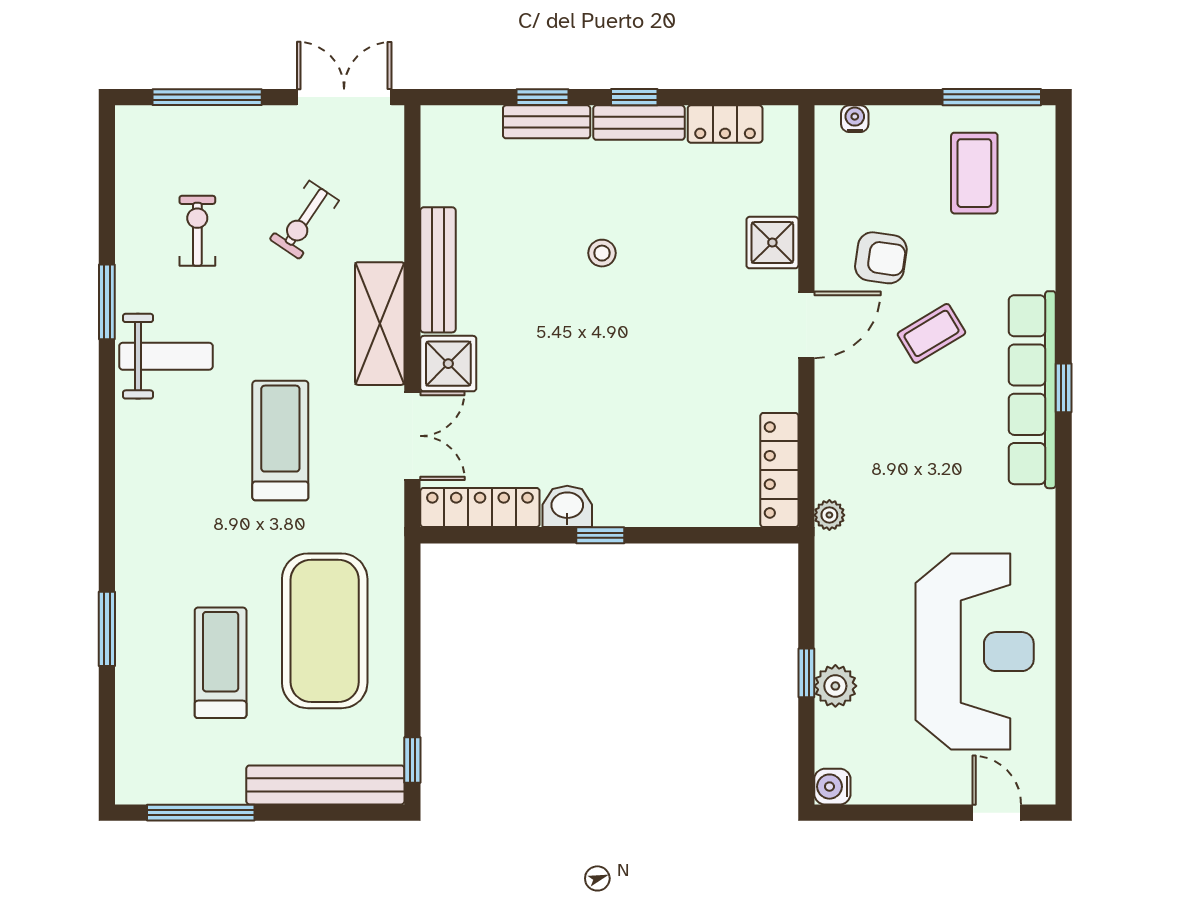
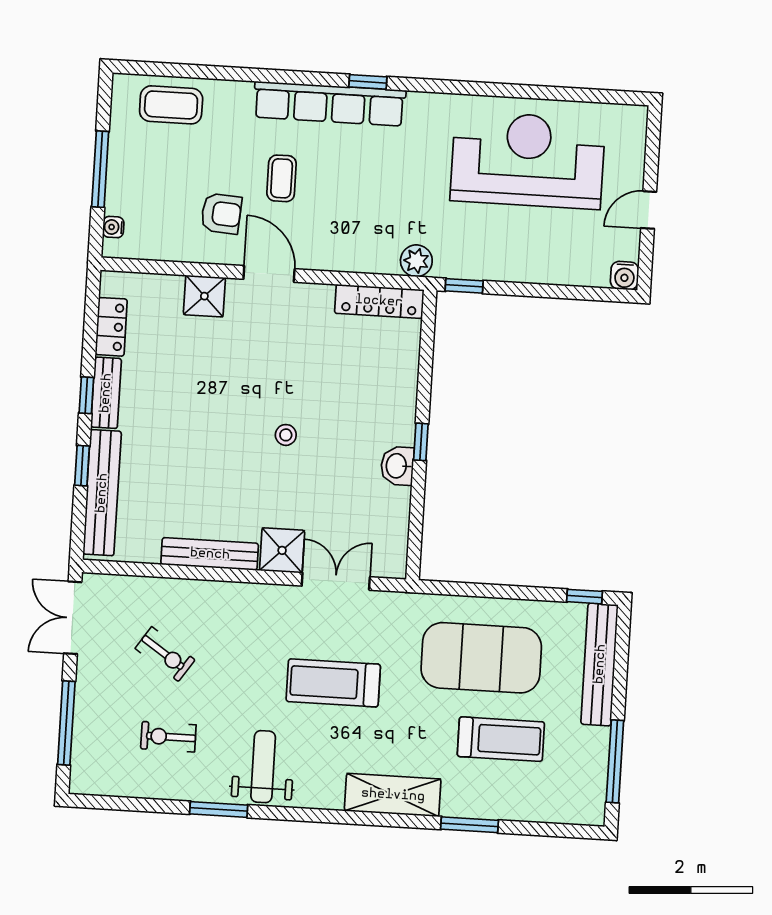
window: (992, 97) -> (100, 169), moved
bench: (547, 122) -> (102, 493), width x1.86, depth x1.21
coffee table: (974, 173) -> (171, 105), moved
stool: (602, 253) -> (286, 435), moved
armchair: (881, 258) -> (221, 214), turned 86
shelving: (380, 324) -> (393, 795), moved
coffee table: (931, 333) -> (282, 178), turned 31
window: (1064, 388) -> (368, 82), moved
locker: (480, 508) -> (394, 533), removed
plant: (829, 515) -> (416, 261), width x1.38, depth x1.38
treadmill: (221, 663) -> (501, 739), turned 180
window: (806, 673) -> (464, 286), moved
plant: (835, 686) -> (548, 269), removed
door: (997, 813) -> (649, 210), moved

